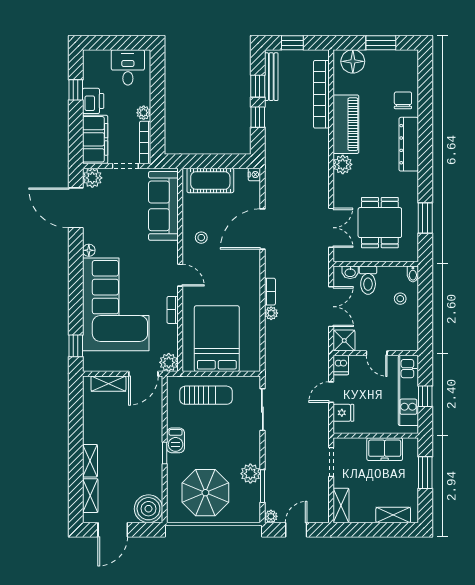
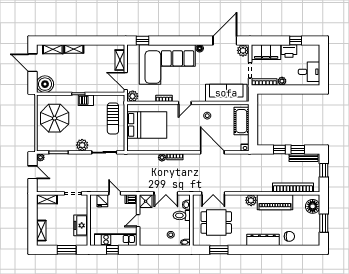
plant: (250, 474) -> (82, 145), moved

